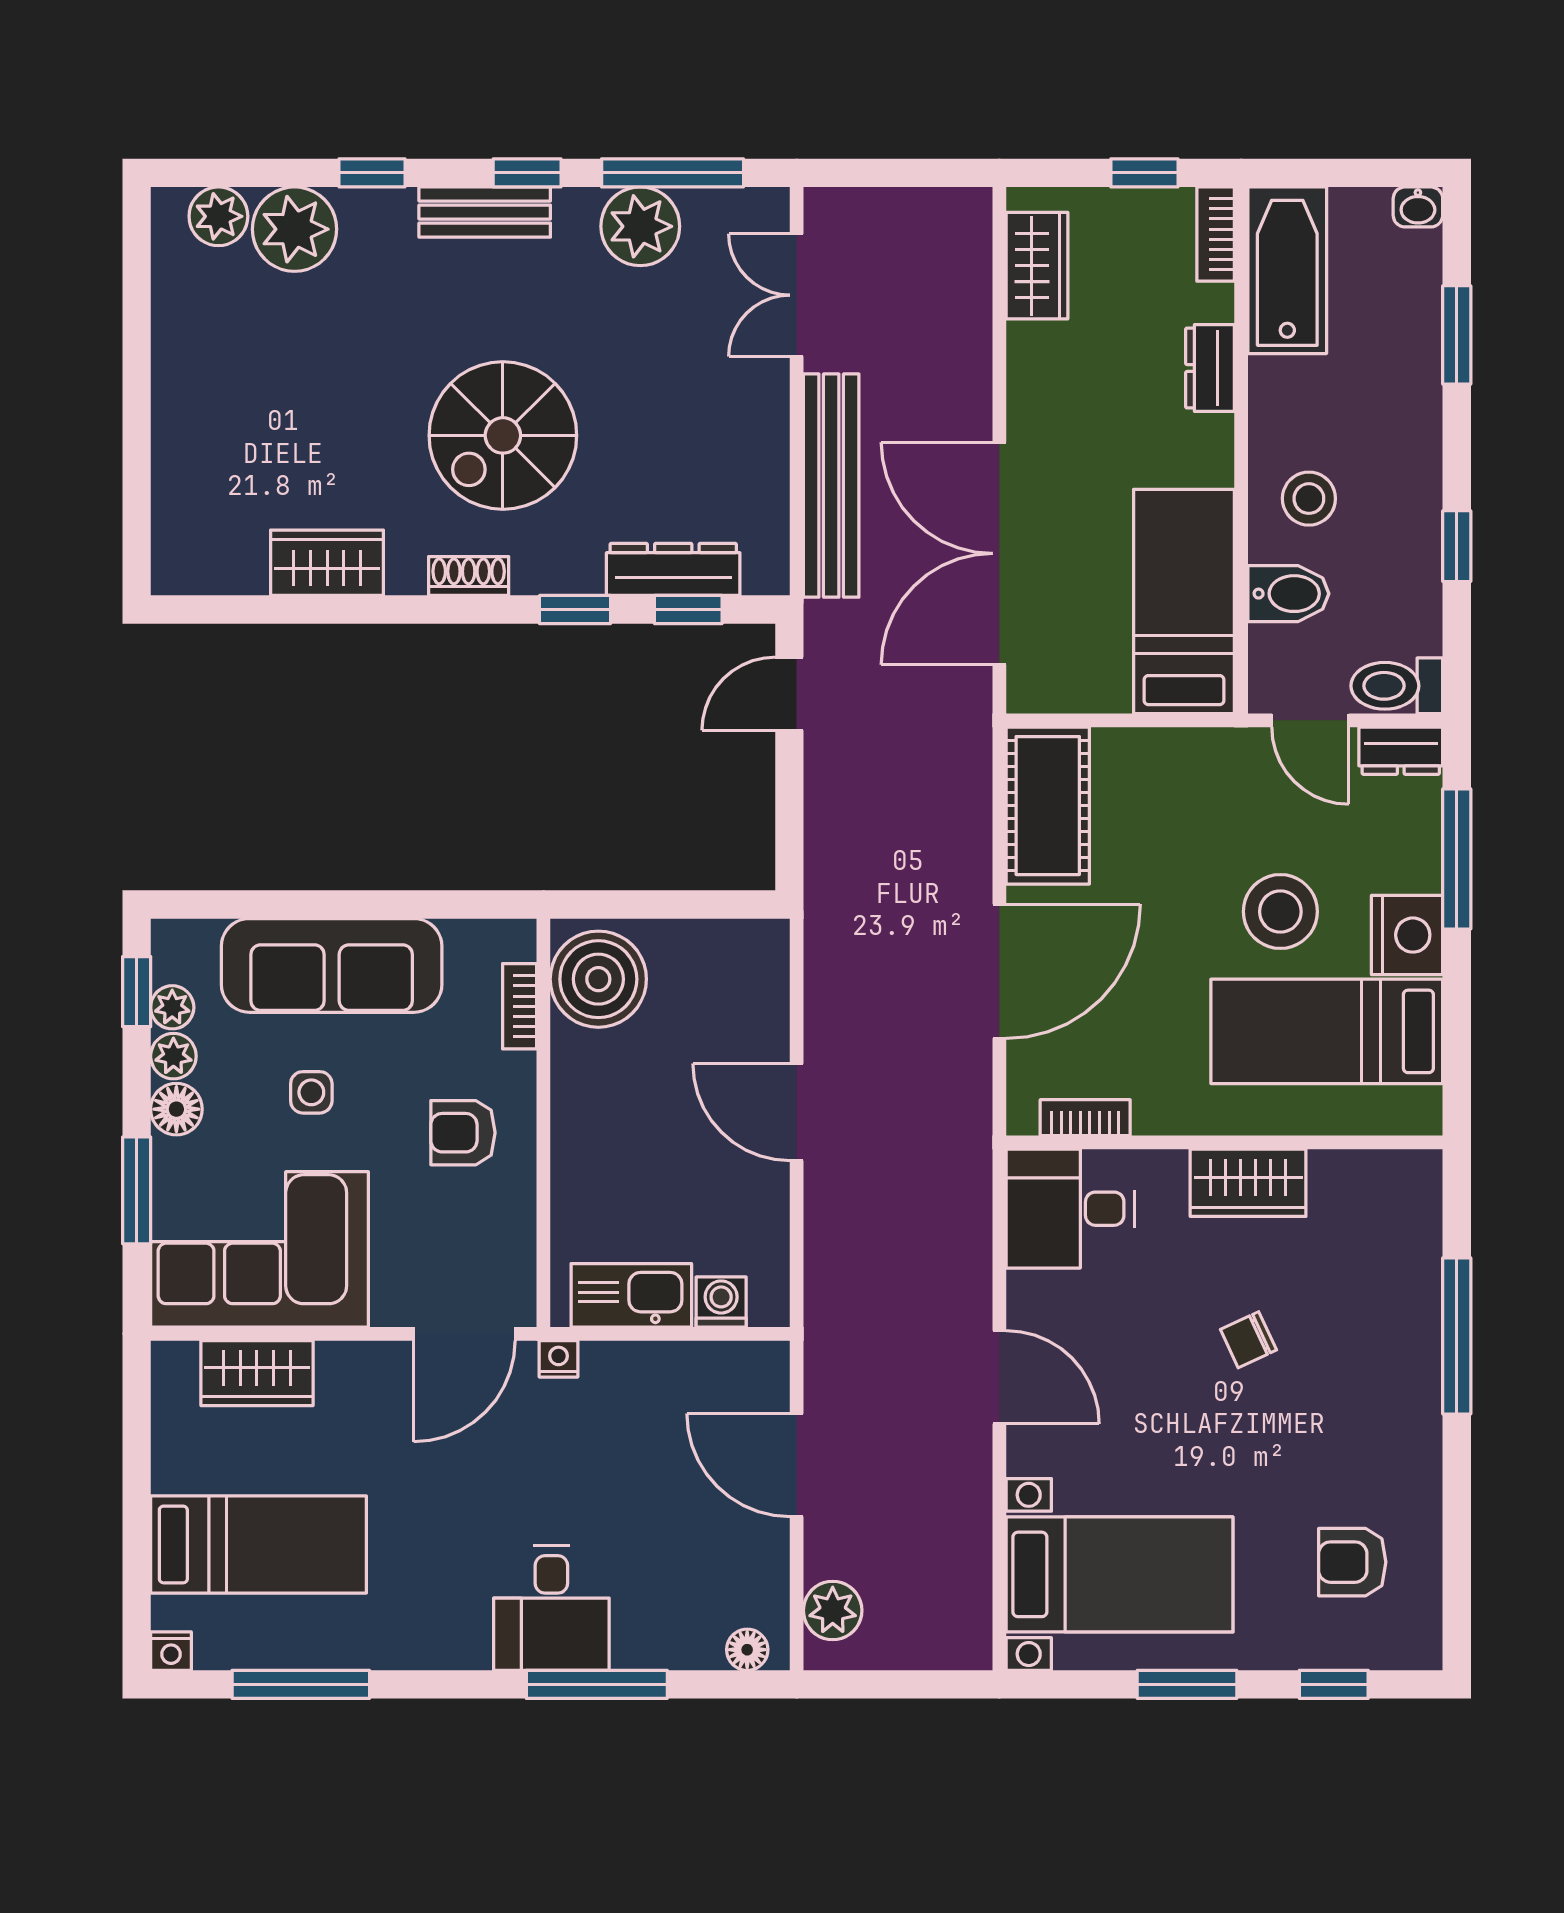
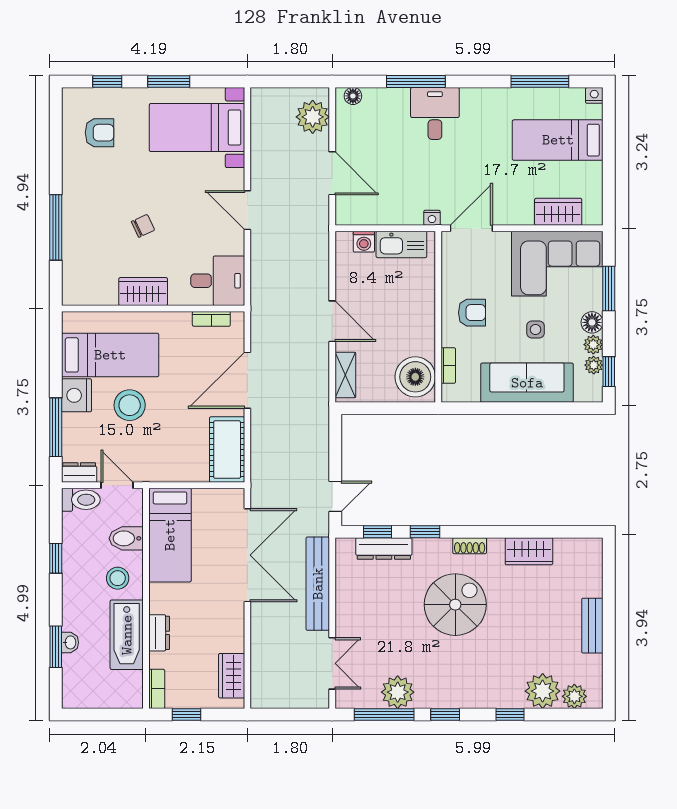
washbasin: (1418, 207) -> (70, 642), moved, turned 90
bench: (485, 212) -> (592, 626), moved, turned 90
bathtub: (1287, 270) -> (127, 635), moved
shelving: (765, 984) -> (345, 375), added
plant: (833, 1610) -> (313, 117), width x1.36, depth x1.36

